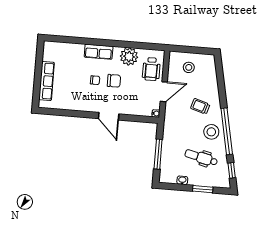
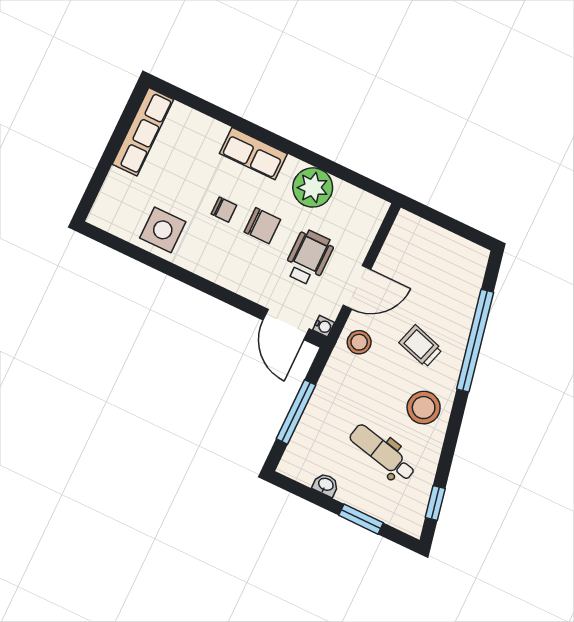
stool: (189, 67) -> (359, 342), moved
wheelchair: (151, 69) -> (309, 257), moved, turned 180
row of seats: (47, 81) -> (143, 132), moved
side table: (72, 99) -> (163, 230), added
door: (109, 116) -> (286, 324), moved
window: (227, 131) -> (475, 341), moved

